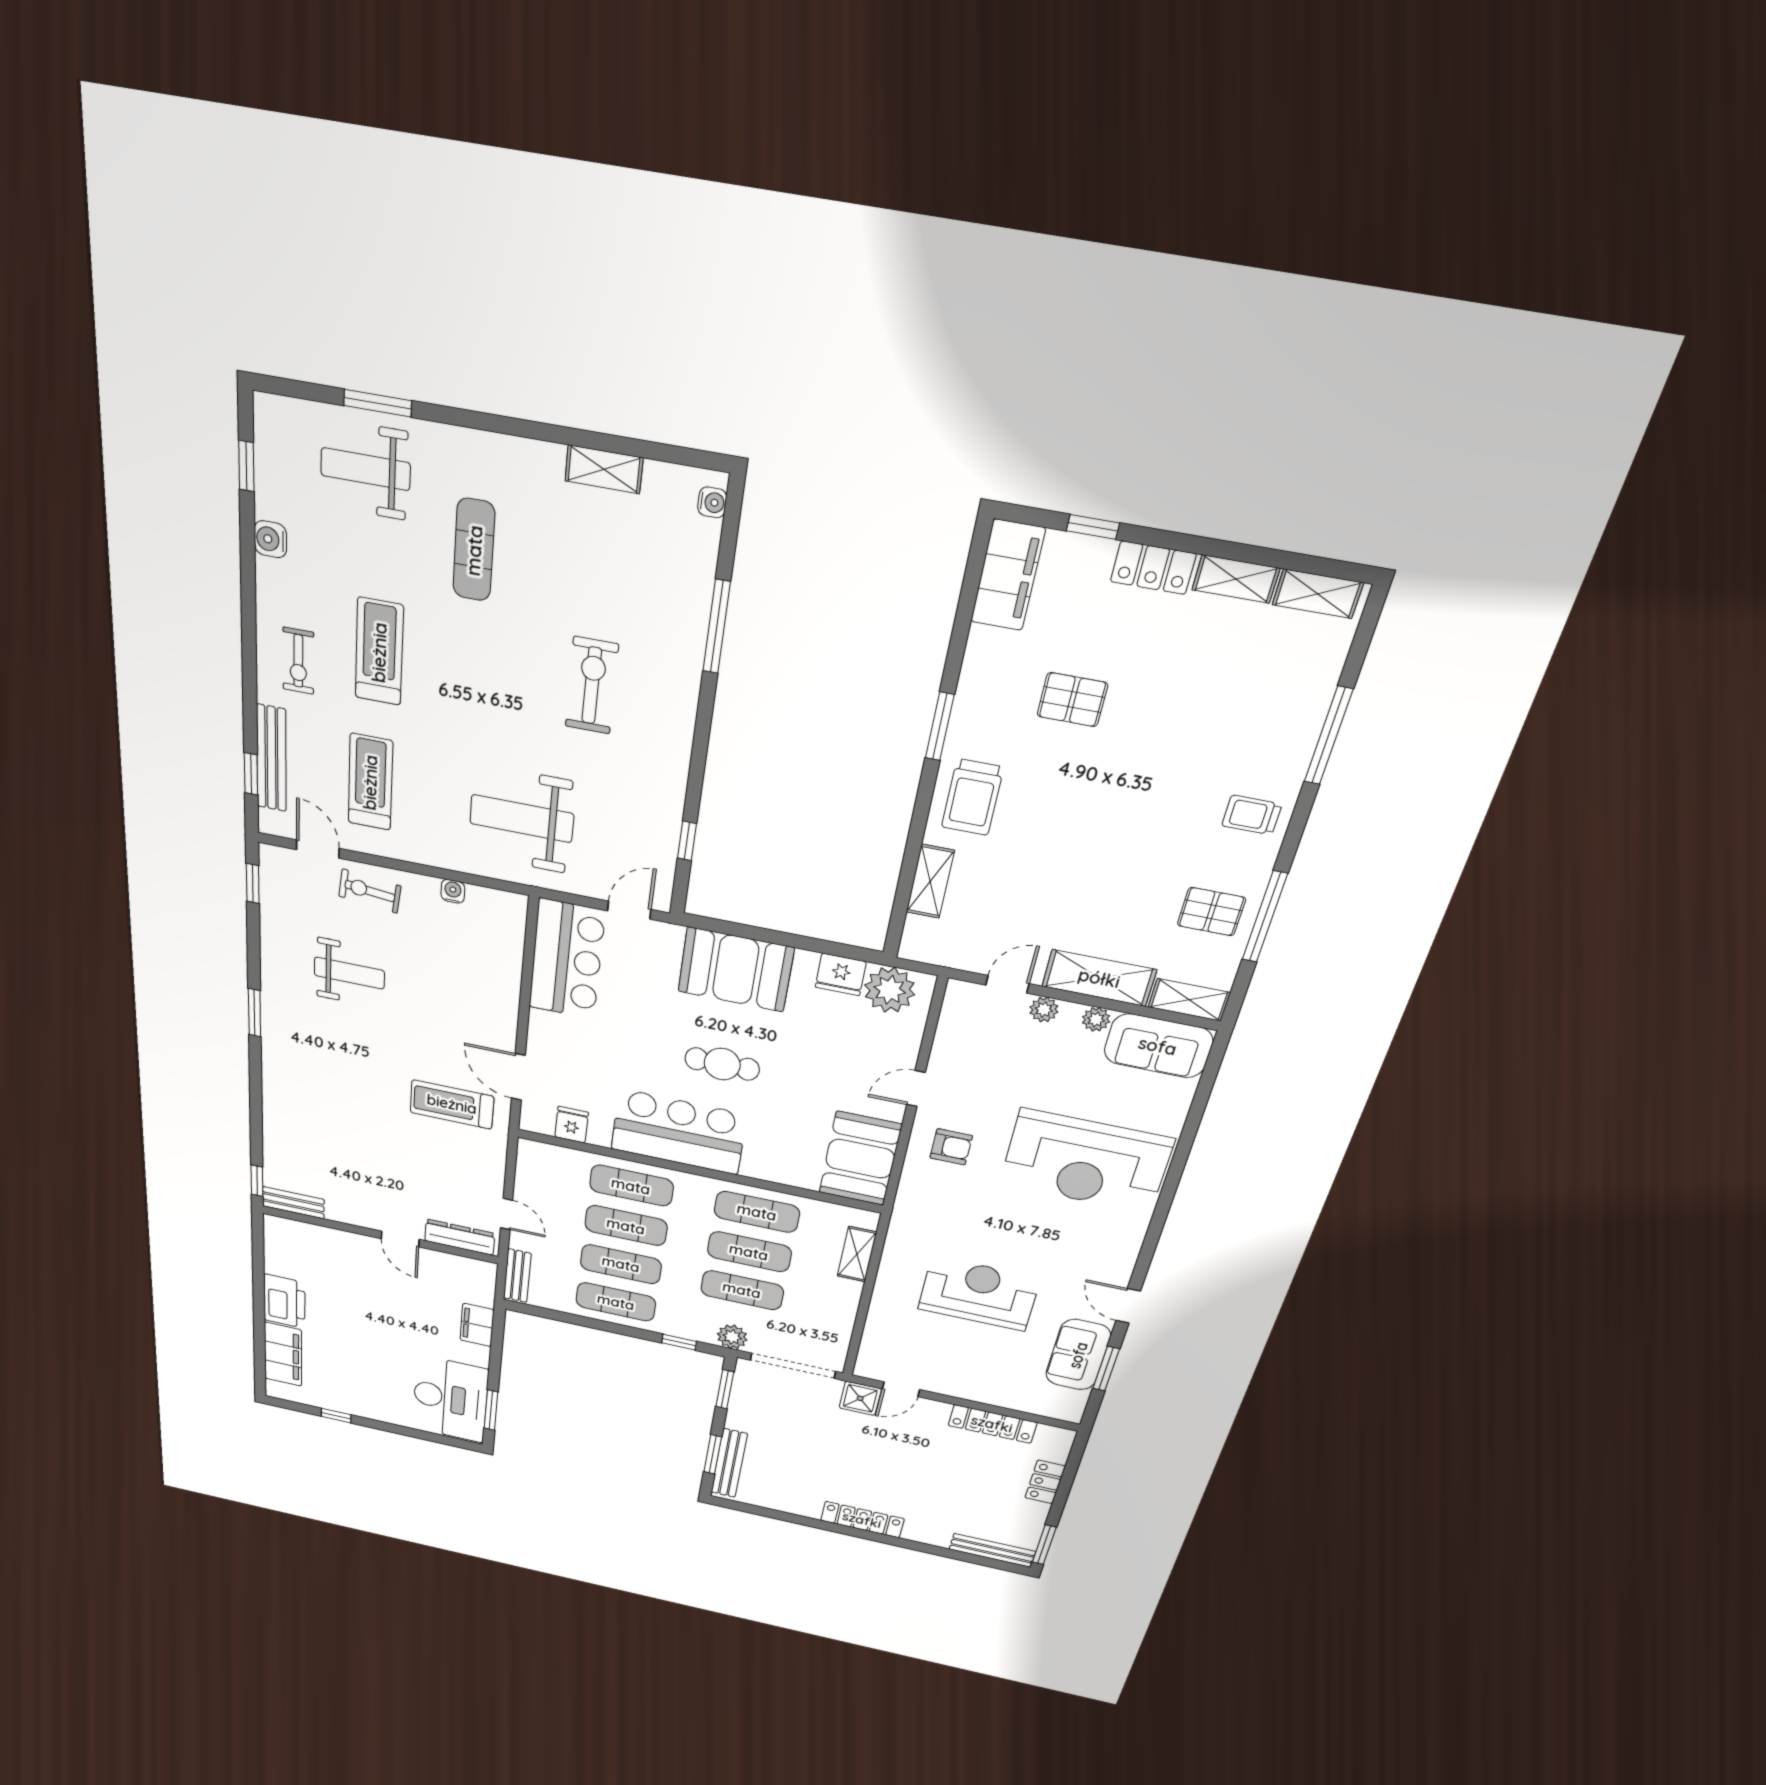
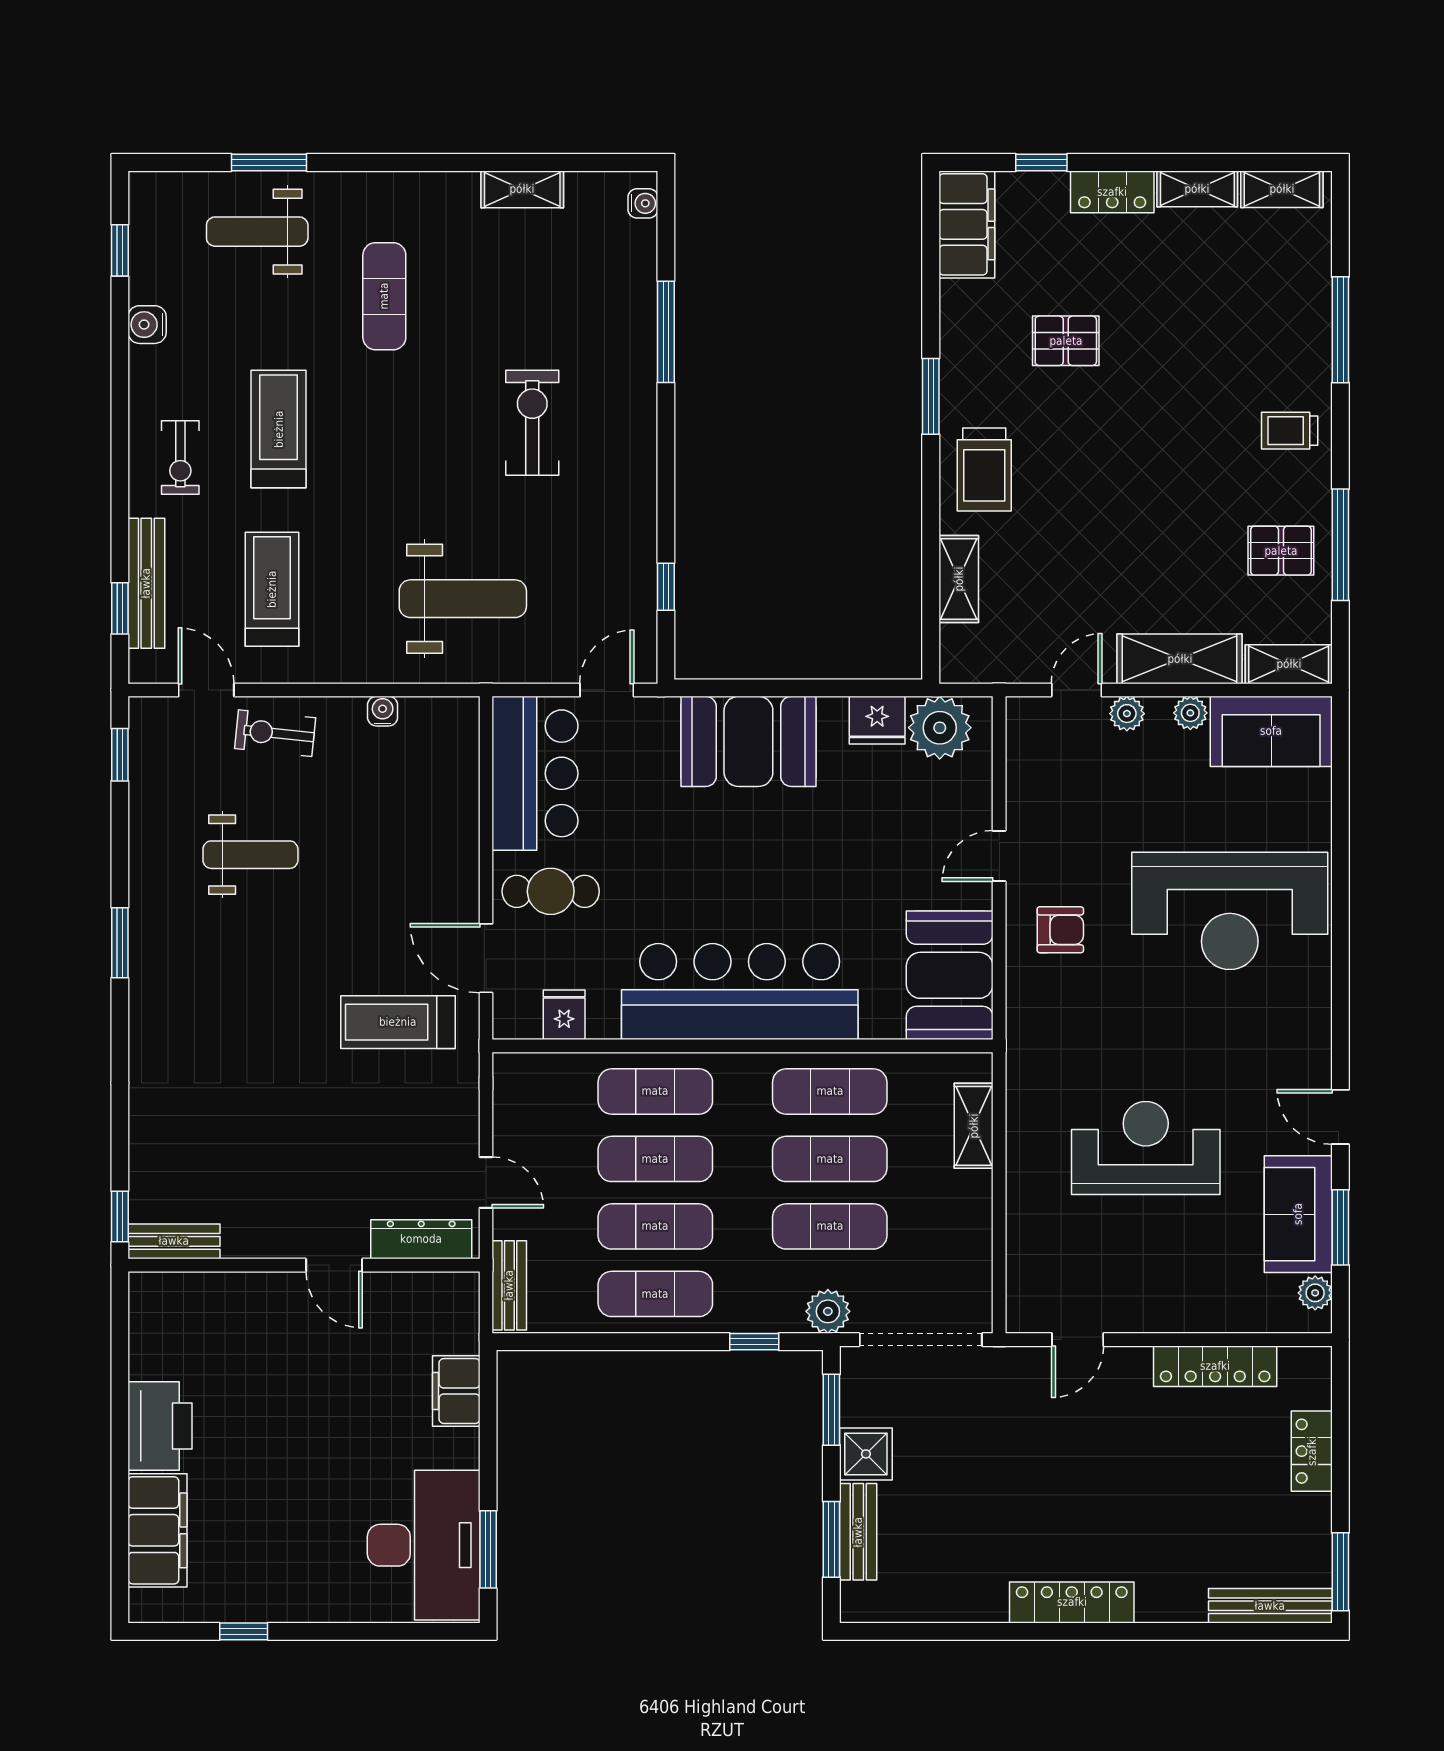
weight bench: (522, 819) -> (463, 599), turned 180
cafe table: (722, 1064) -> (551, 891), moved
bar counter: (679, 1132) -> (740, 992), width x1.36
shower: (860, 1398) -> (866, 1454), moved
plant: (1076, 1400) -> (1315, 1293), added
bench: (729, 1463) -> (858, 1532), width x0.73

